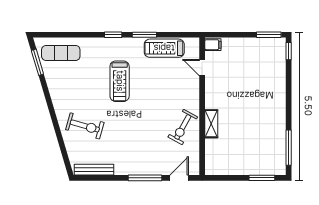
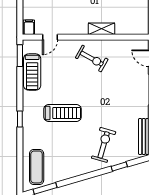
window: (144, 35) -> (20, 56), moved
exercise bike: (183, 127) -> (92, 59), moved
window: (61, 143) -> (119, 167), added

